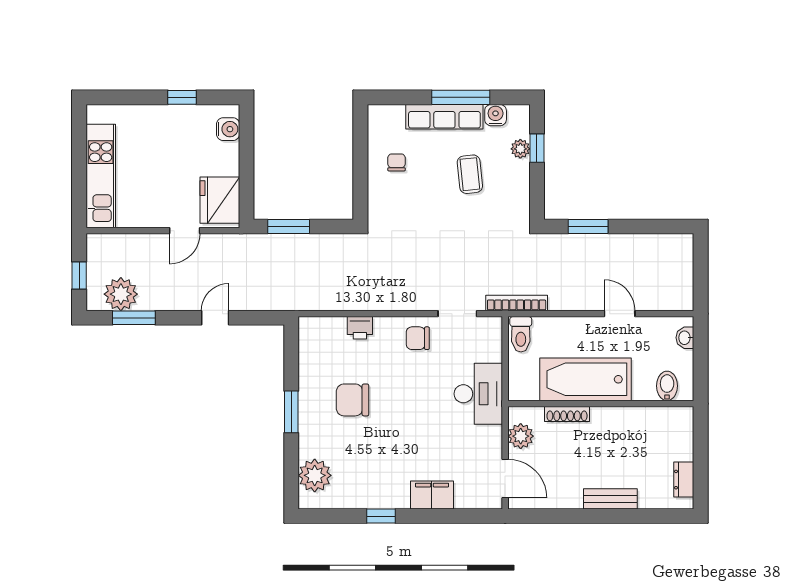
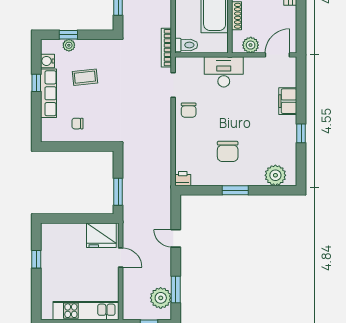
window: (461, 97) -> (36, 83), width x0.46
water cooler: (228, 129) -> (56, 230), removed
printer: (360, 328) -> (183, 179), moved, turned -90

